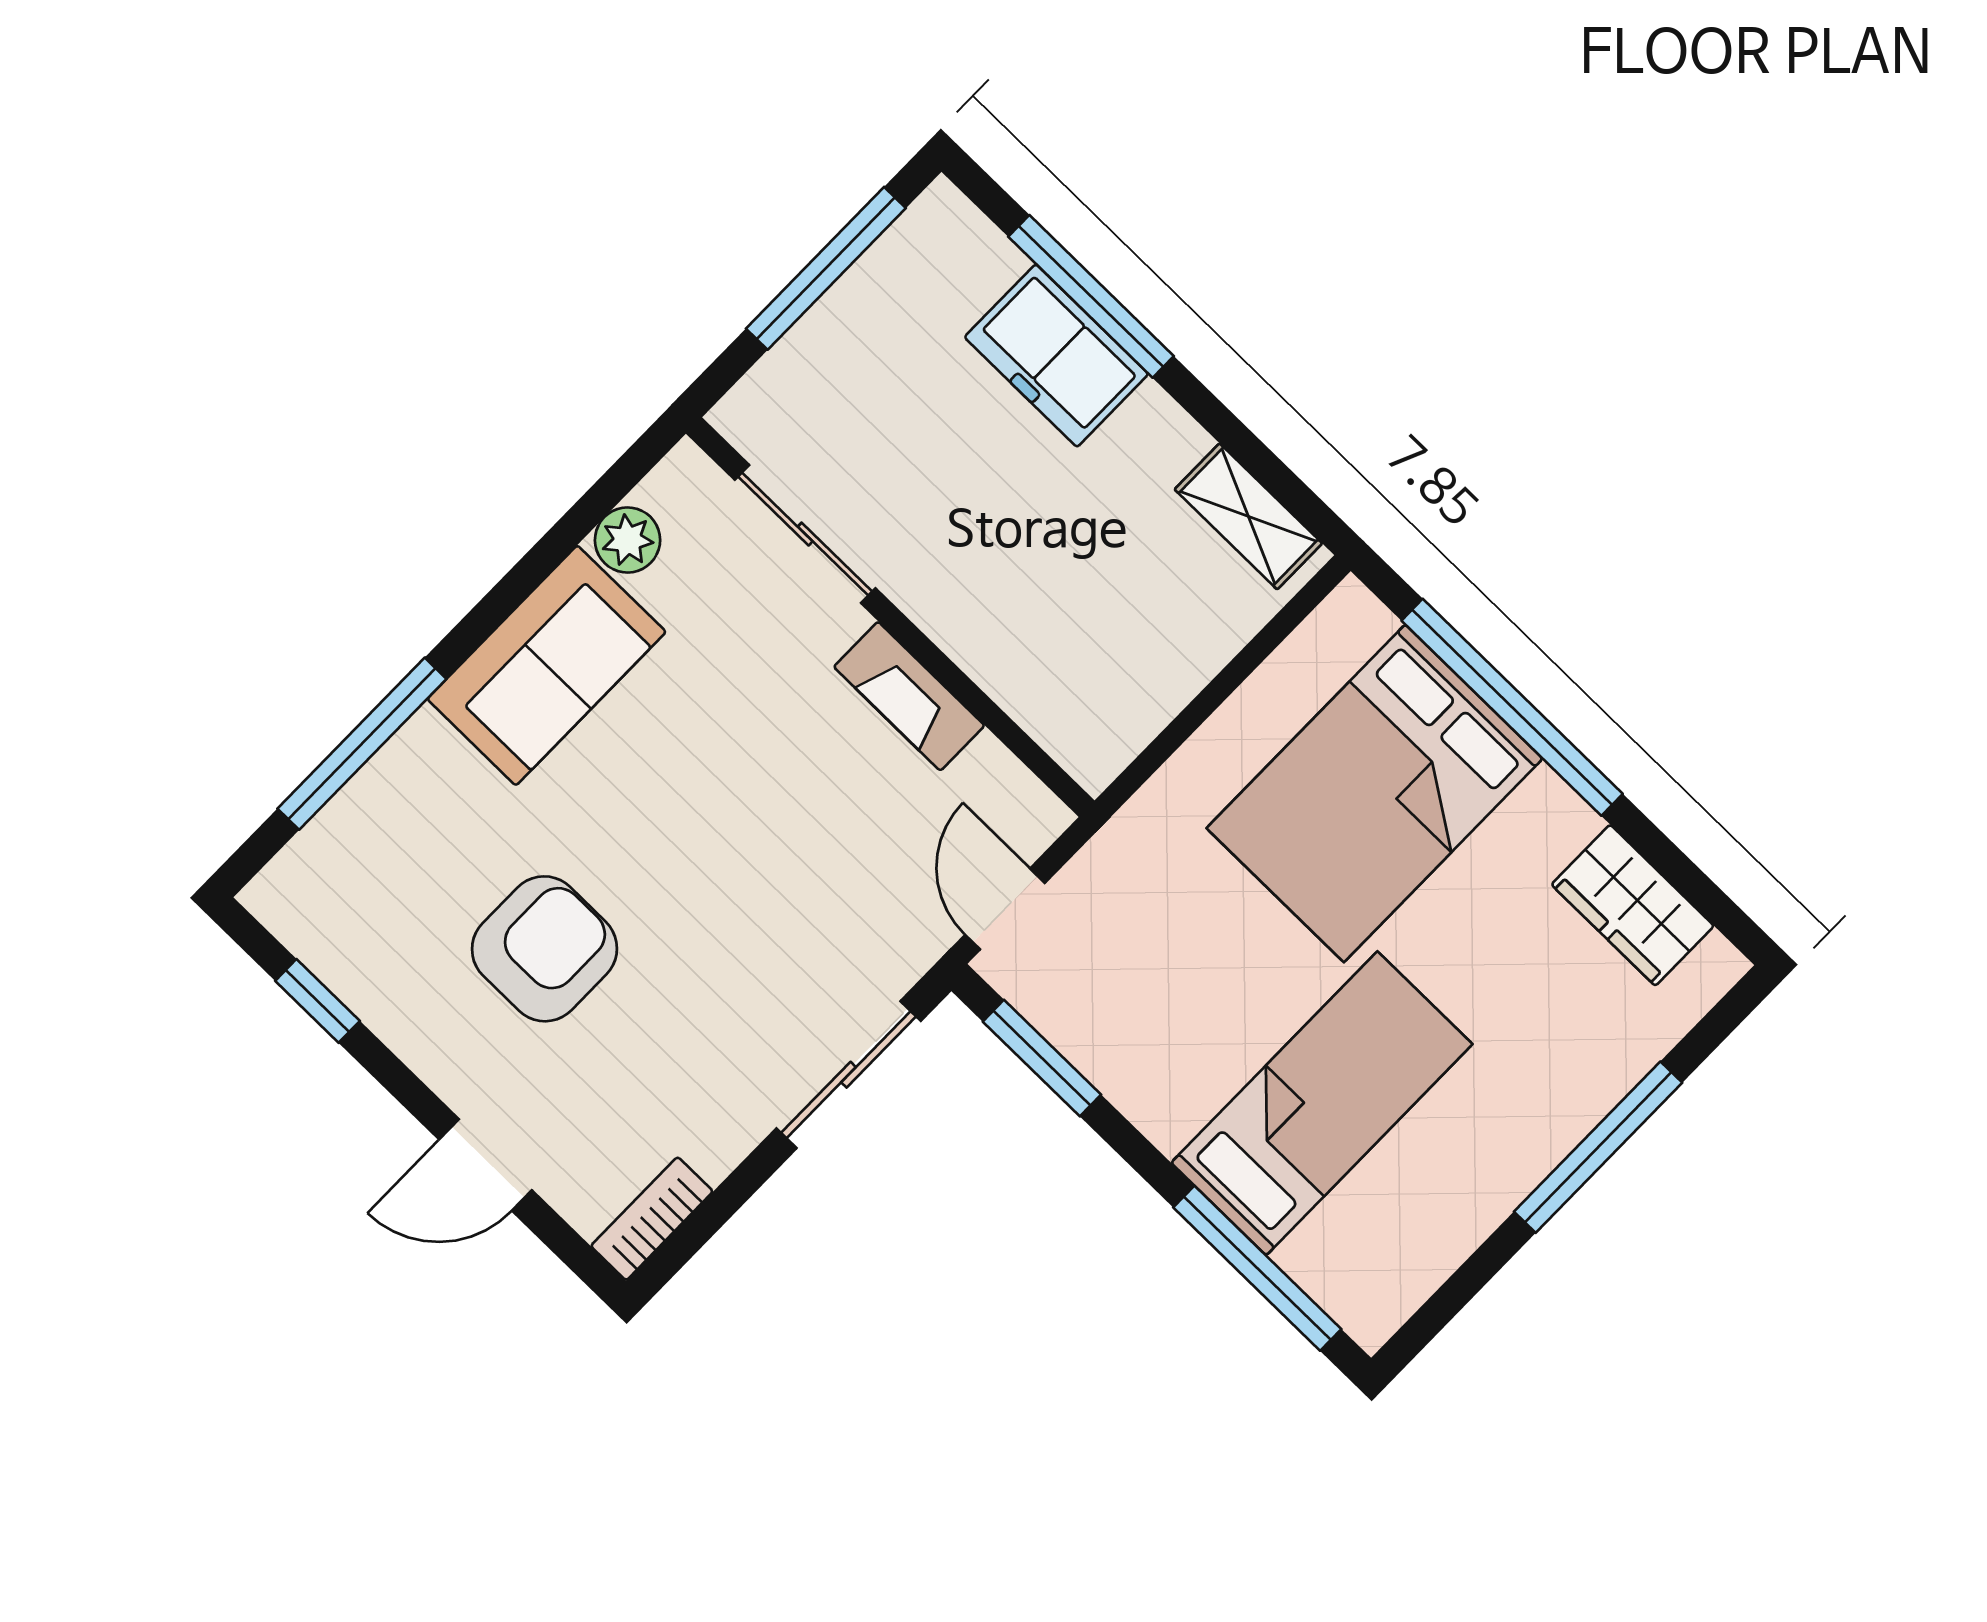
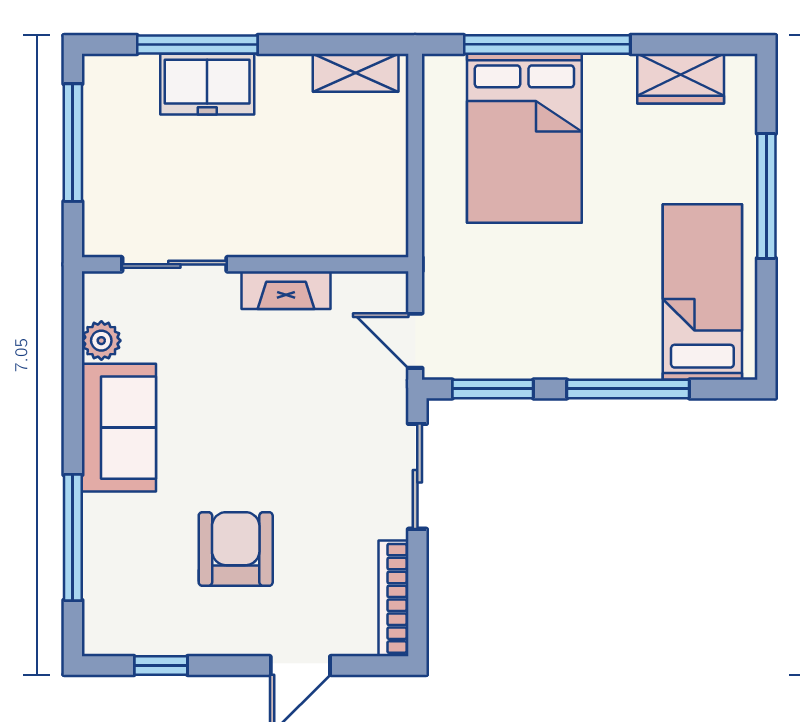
bed: (1322, 1103) -> (702, 292), moved
bookcase: (652, 1219) -> (393, 598), width x1.56
window: (1257, 1268) -> (628, 389), moved

